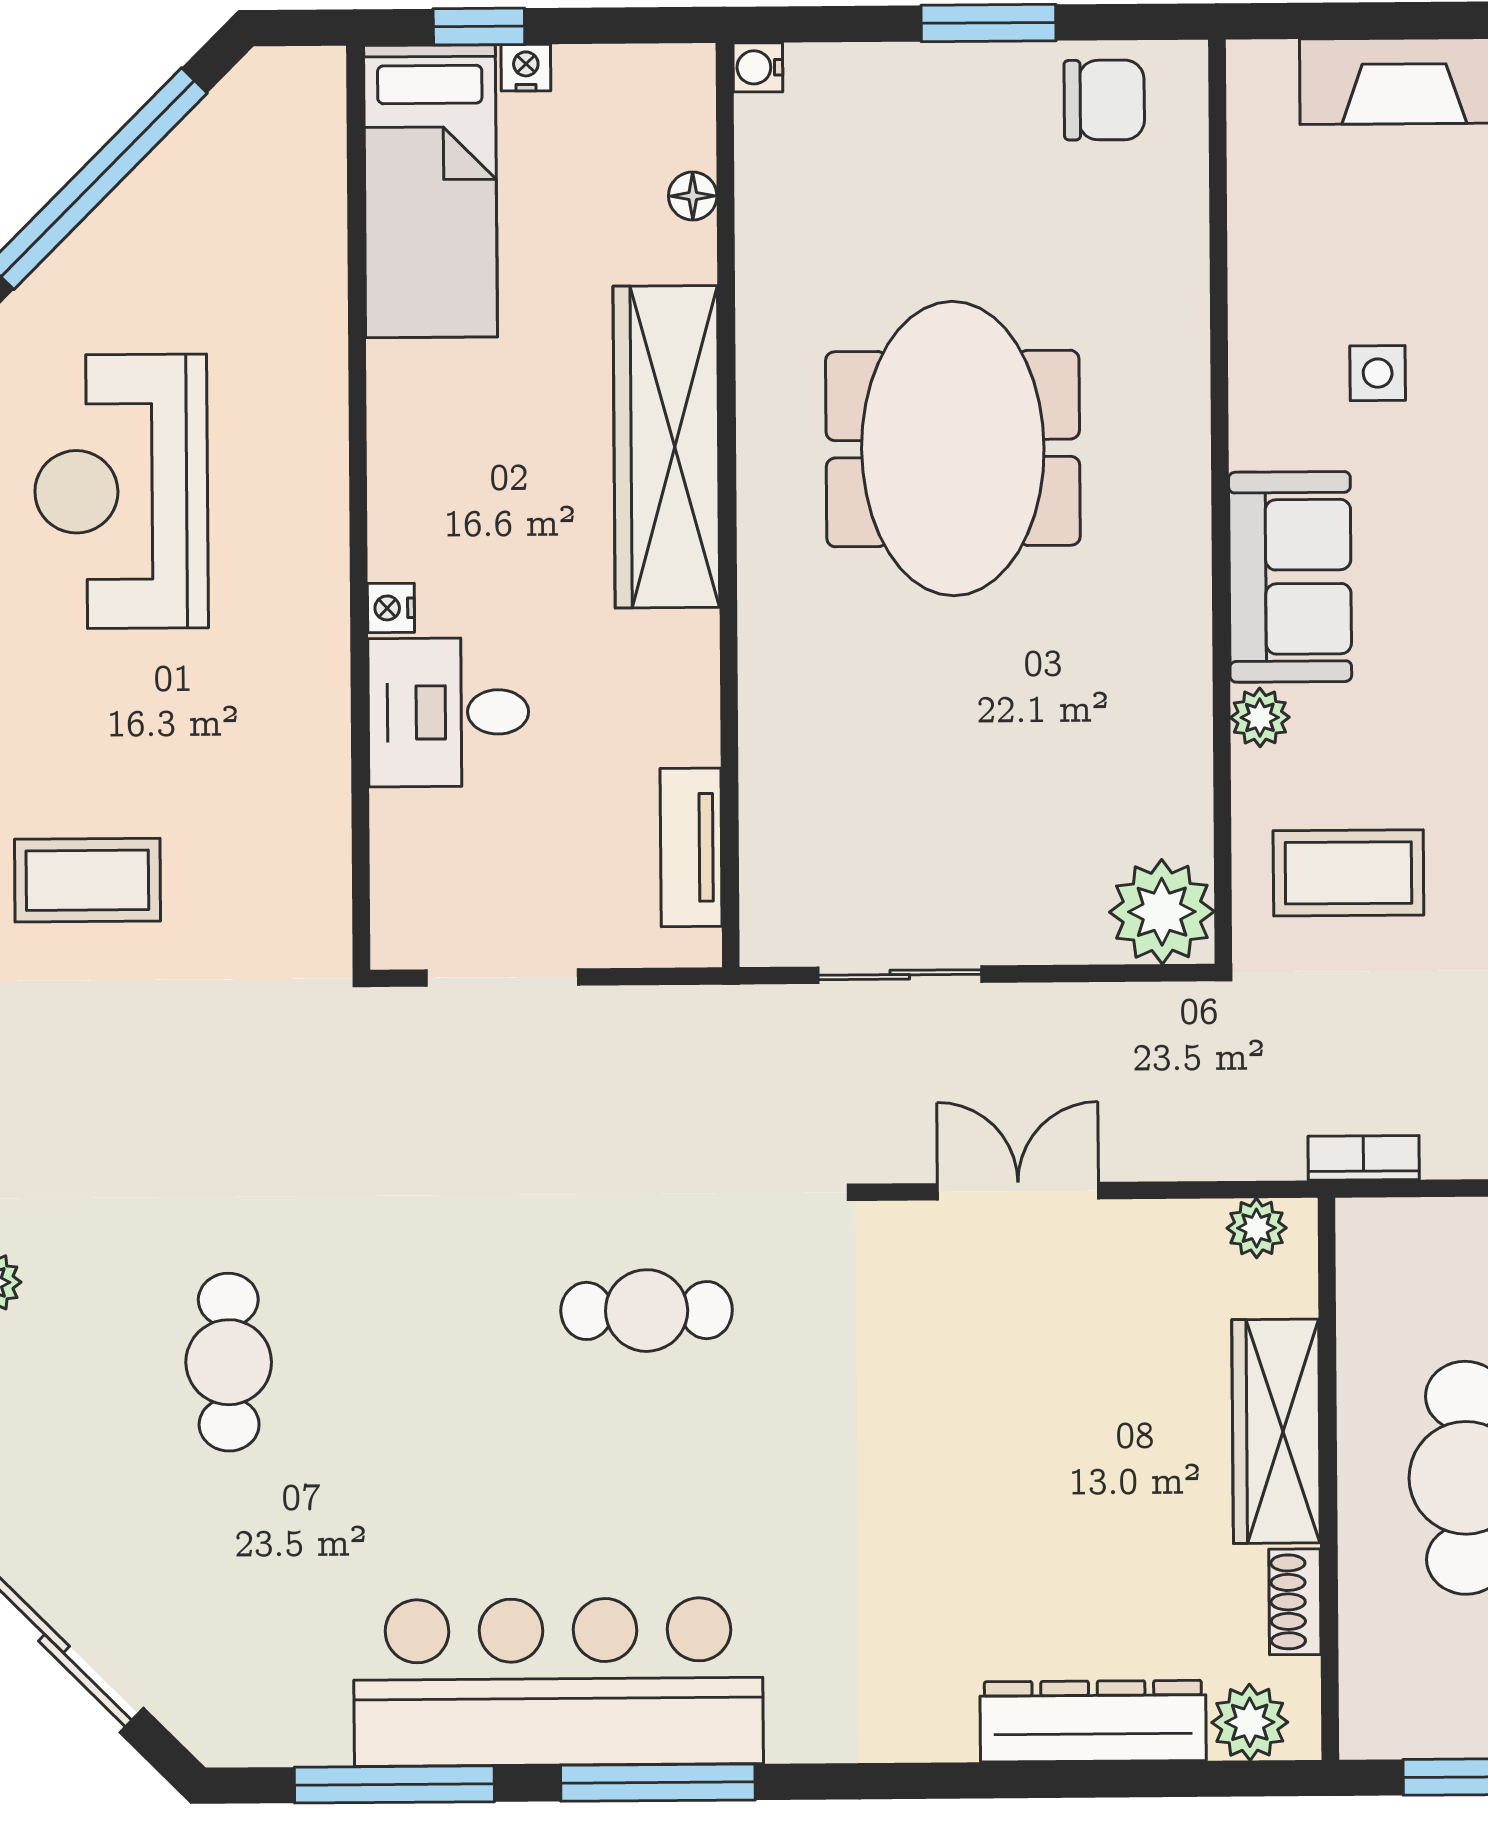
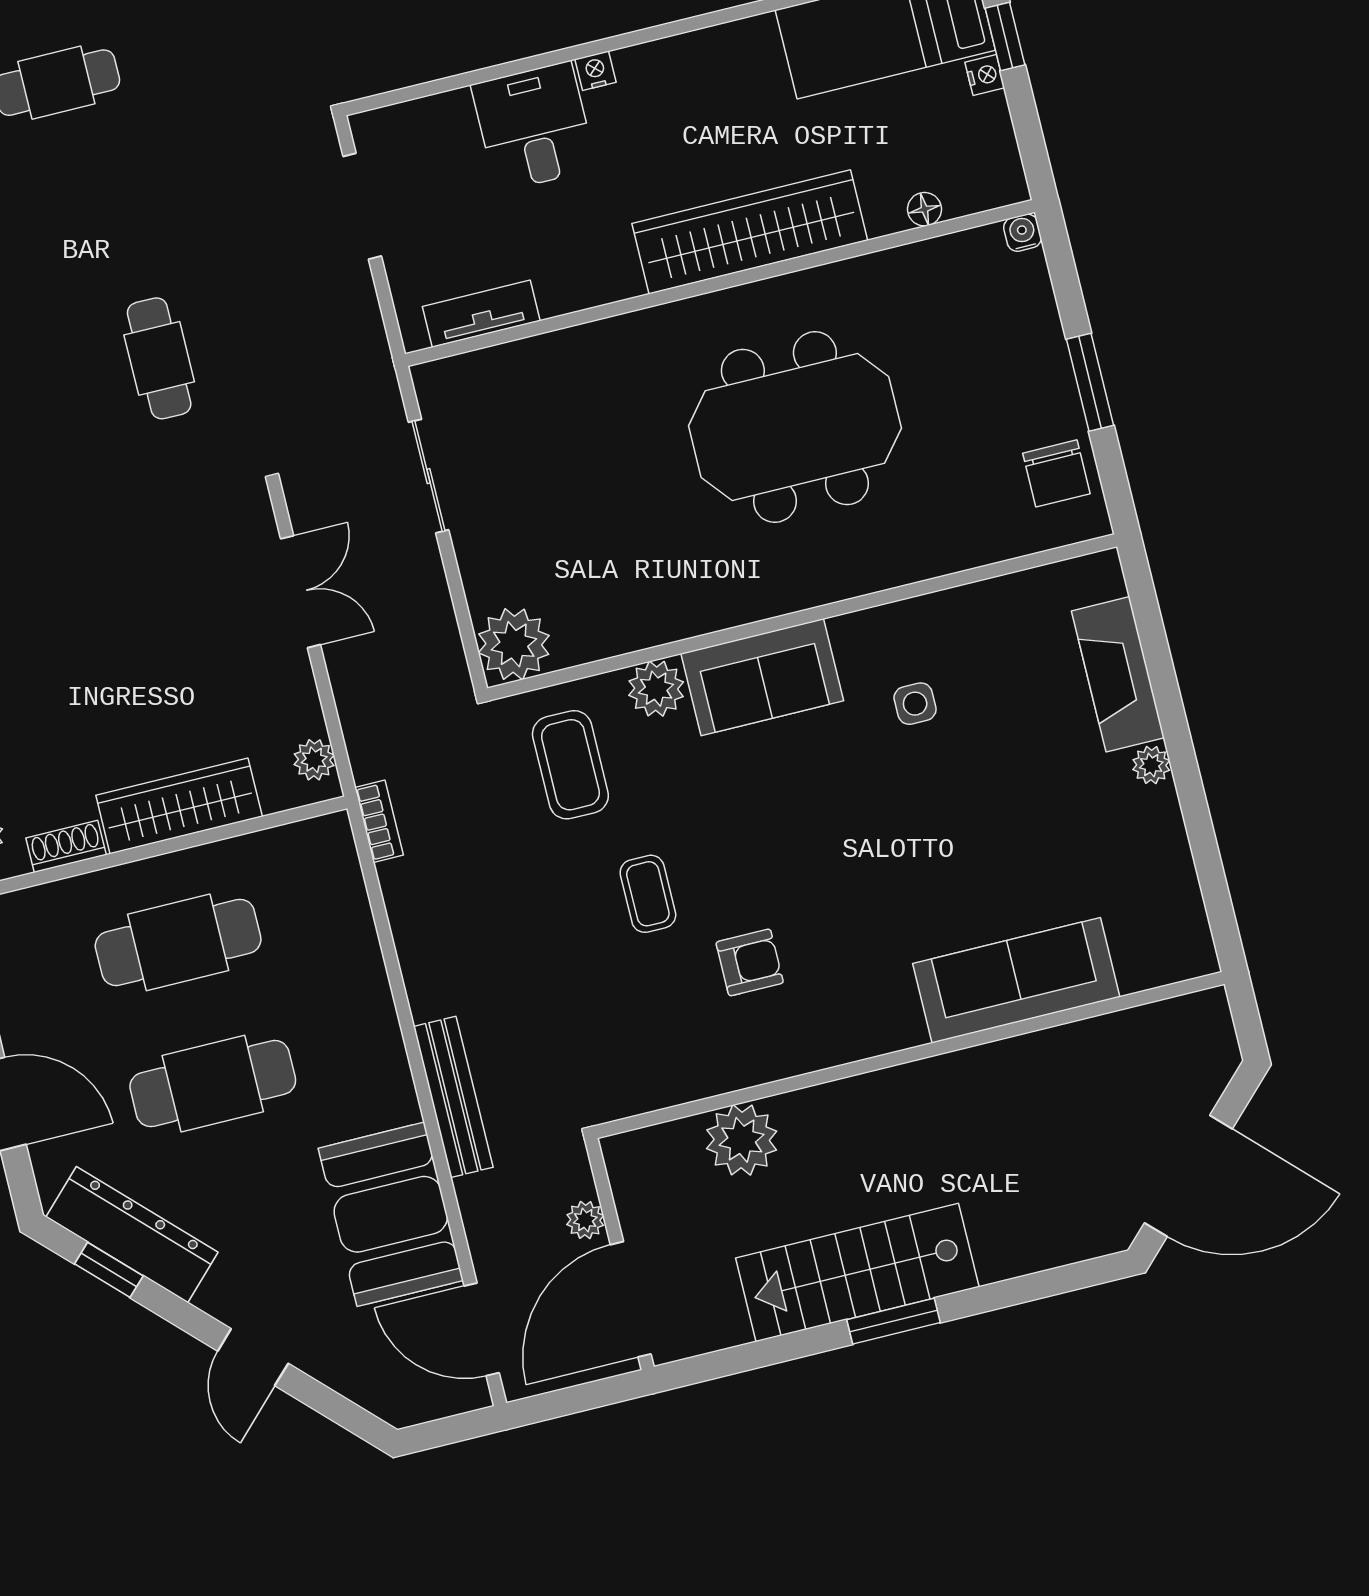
plant: (1260, 717) -> (656, 689), width x1.38, depth x1.38

